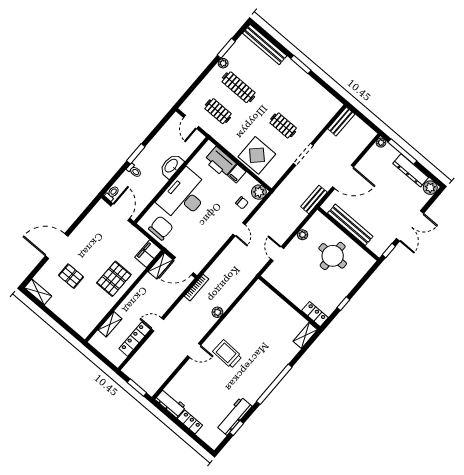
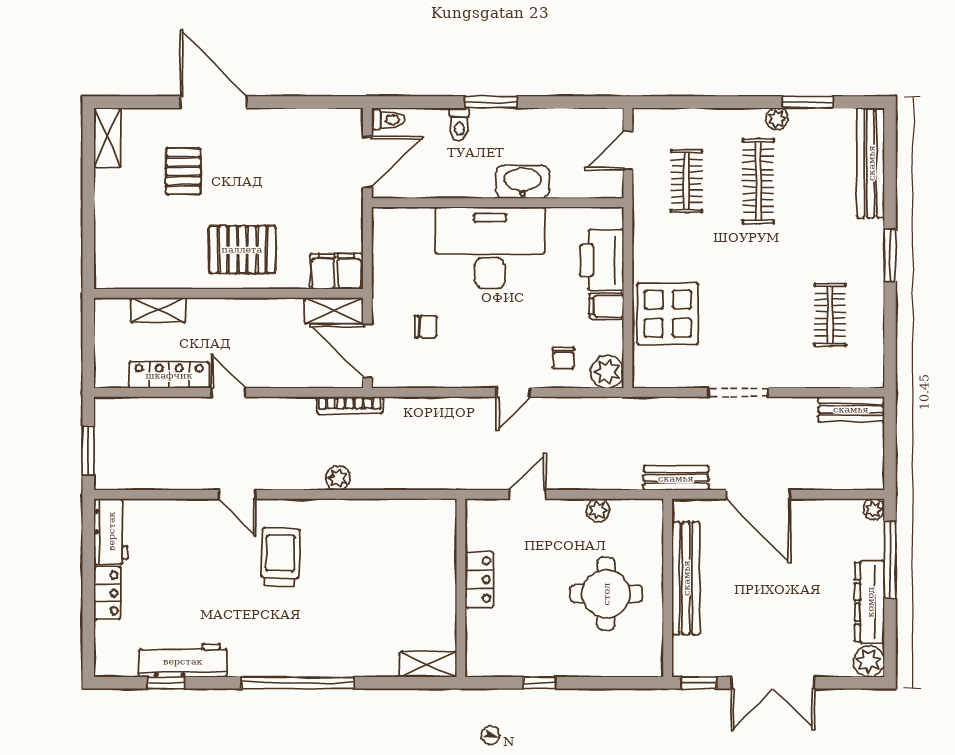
clothes rail: (283, 125) -> (830, 315), moved
chair: (161, 228) -> (426, 327), moved, width x0.54, depth x0.54
locker: (315, 314) -> (479, 580), moved

